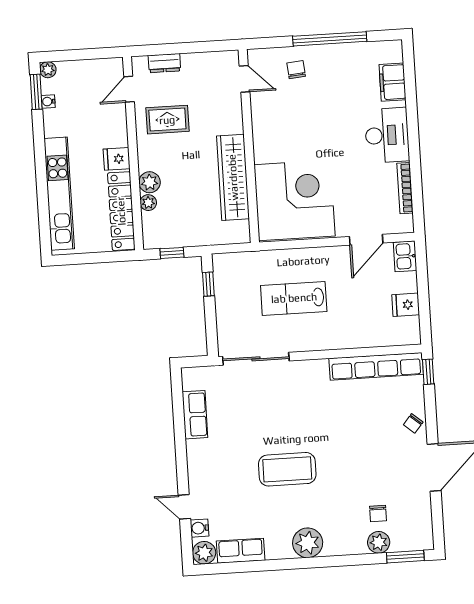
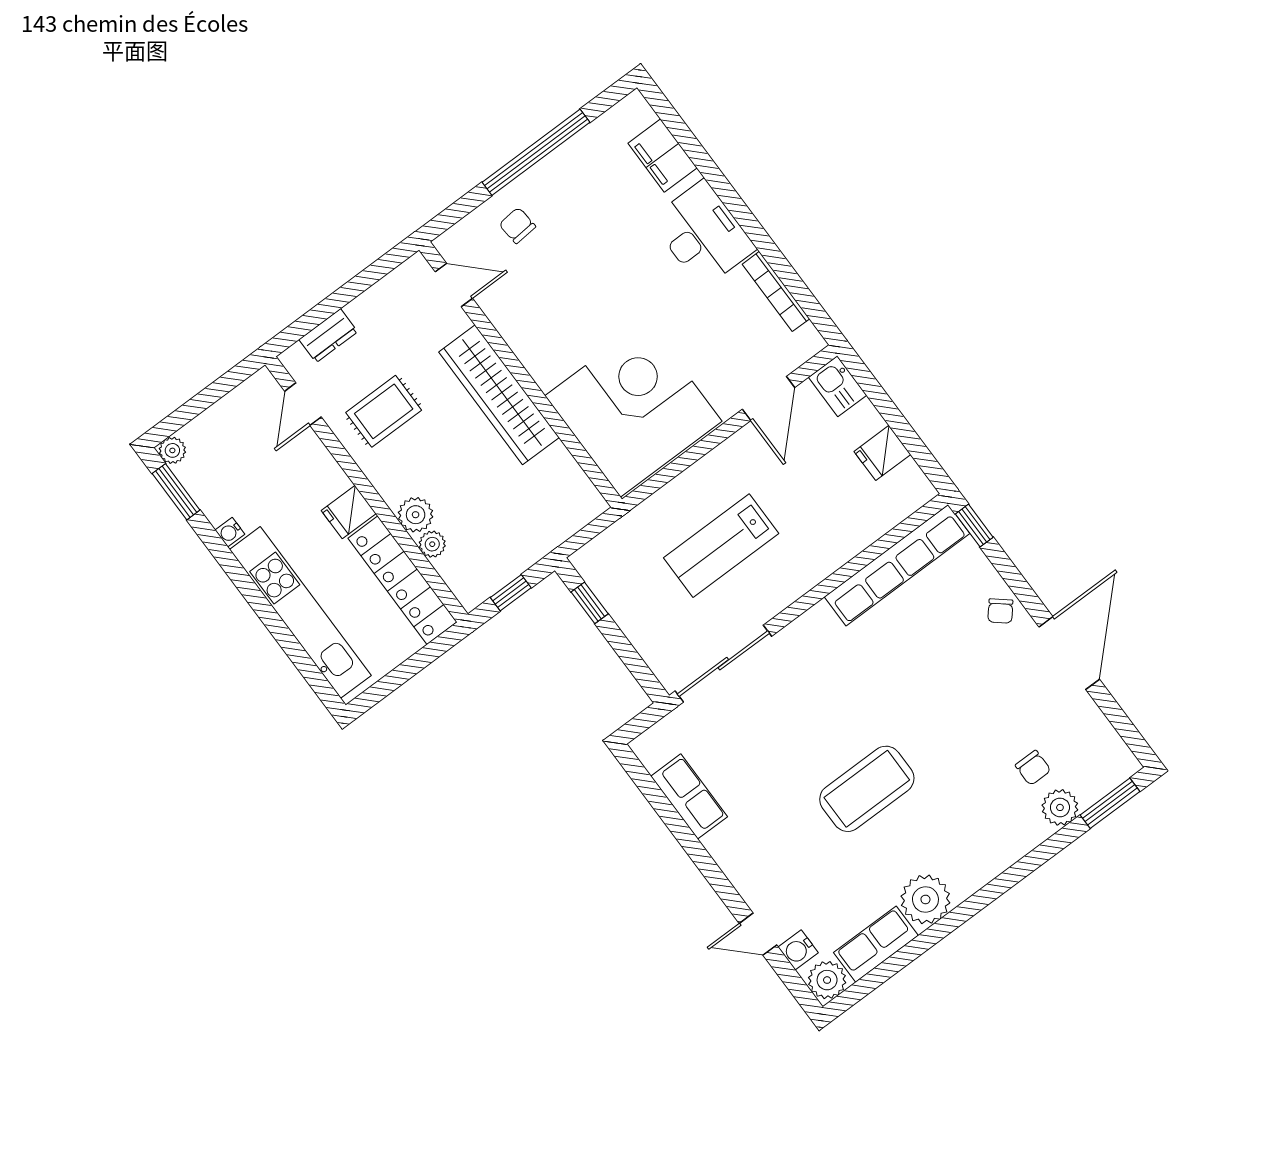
water cooler: (48, 101) -> (230, 532), moved
wardrobe: (233, 177) -> (499, 395), moved
plant: (308, 543) -> (925, 899), moved

